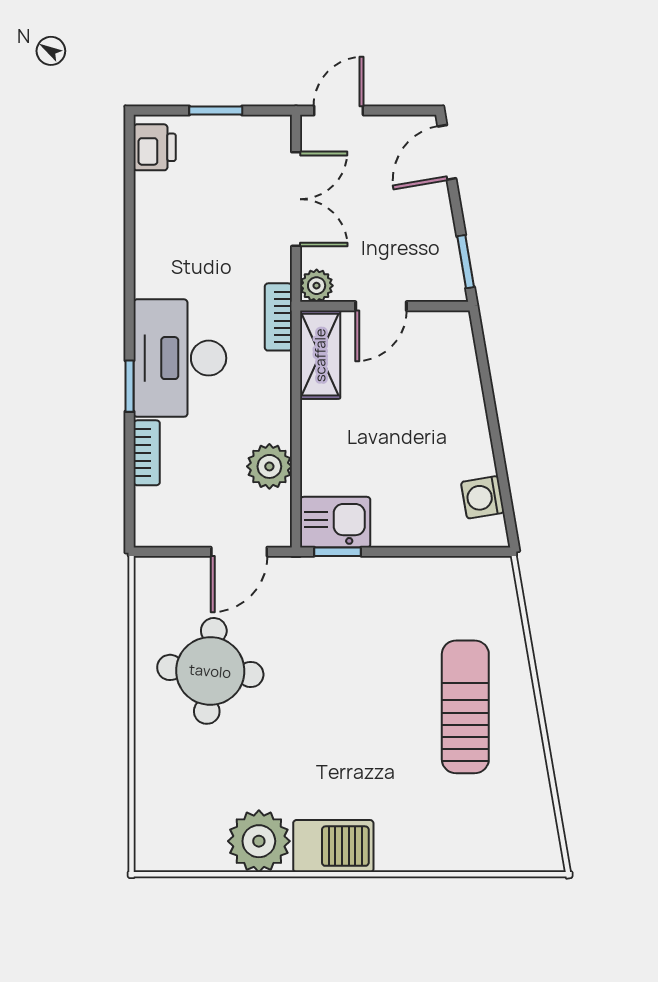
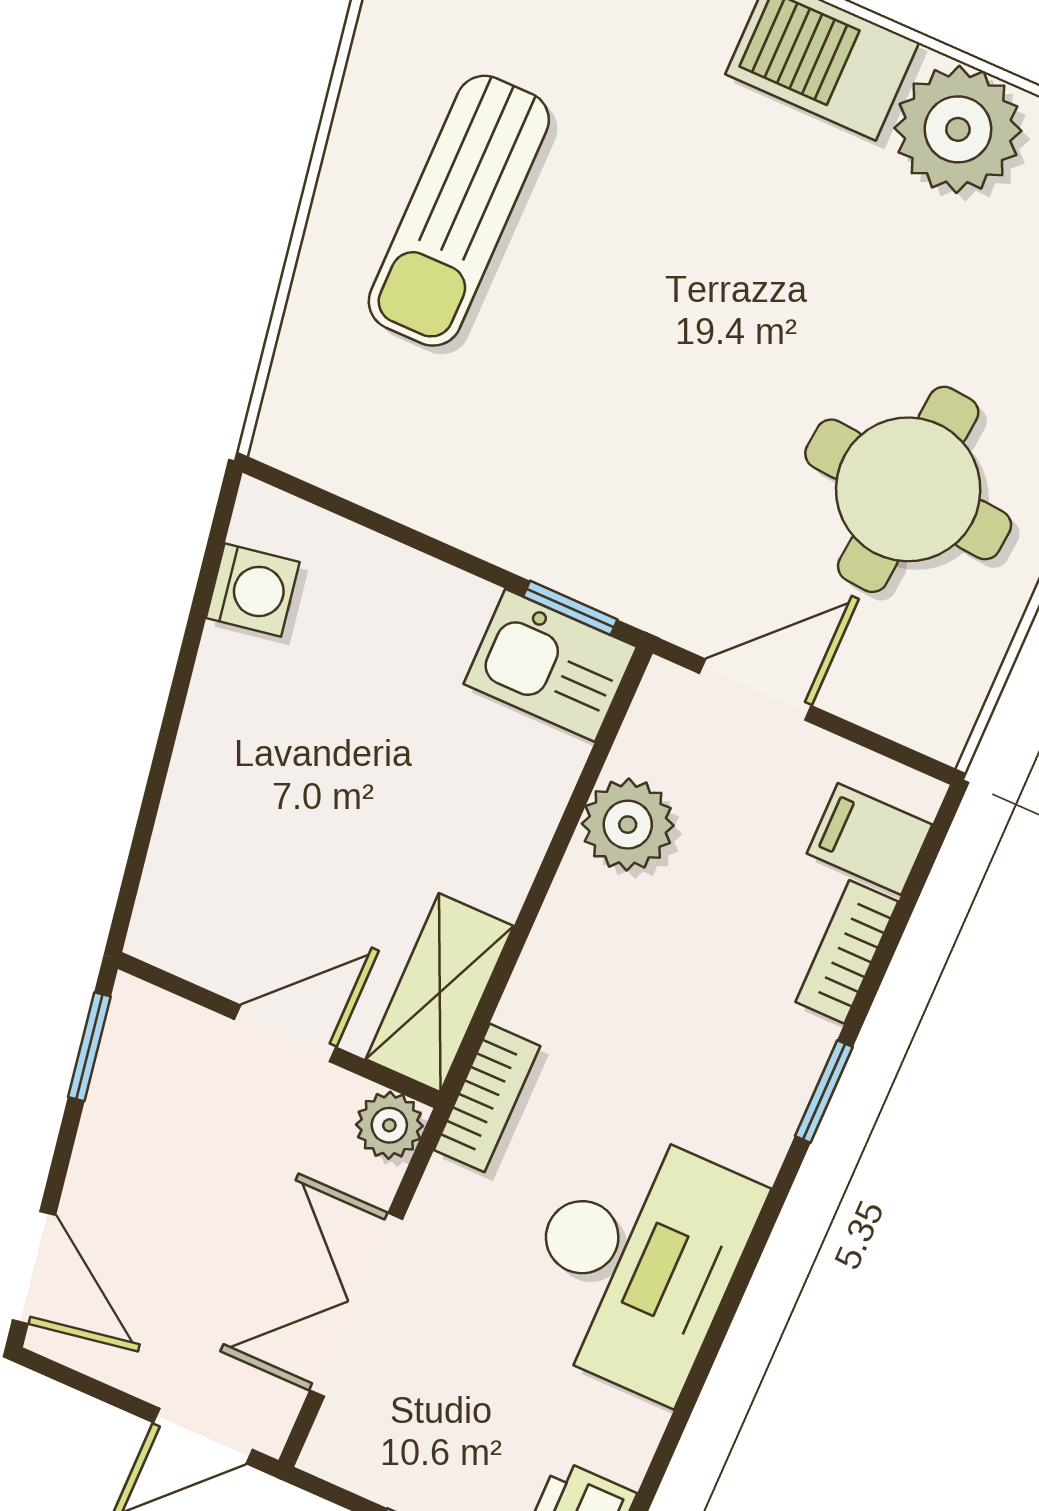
door: (447, 152) -> (34, 1267), hinge flipped
desk: (180, 358) -> (636, 1261), moved
filing cabinet: (159, 508) -> (870, 839), added

